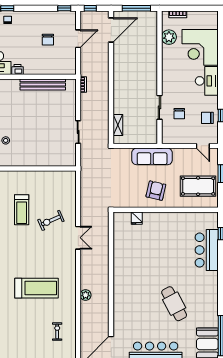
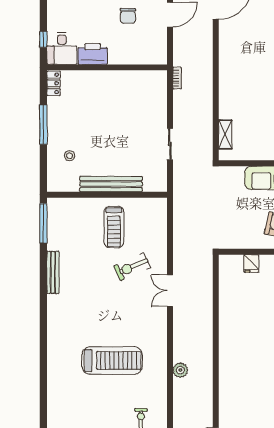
printer: (17, 70) -> (93, 54), width x1.87, depth x1.48
bench: (43, 84) -> (111, 184), moved
treadmill: (22, 210) -> (114, 227), moved
double door: (78, 238) -> (170, 291), swing flipped

